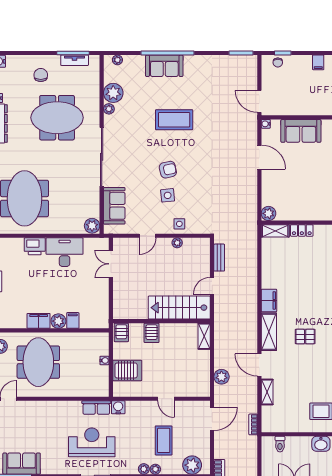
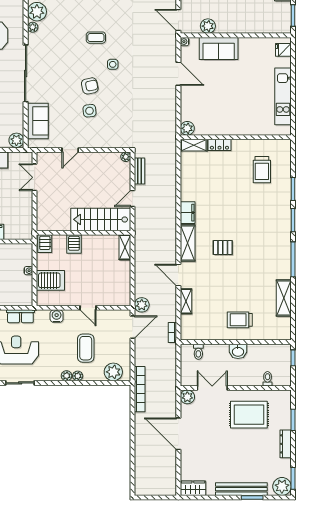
plant: (290, 108) -> (208, 26), added
coffee table: (174, 120) -> (96, 38), width x0.54, depth x0.58
side table: (179, 224) -> (113, 64), moved
plant: (177, 243) -> (126, 157), moved
plant: (221, 377) -> (142, 305), moved
water cooler: (118, 407) -> (57, 316), moved

